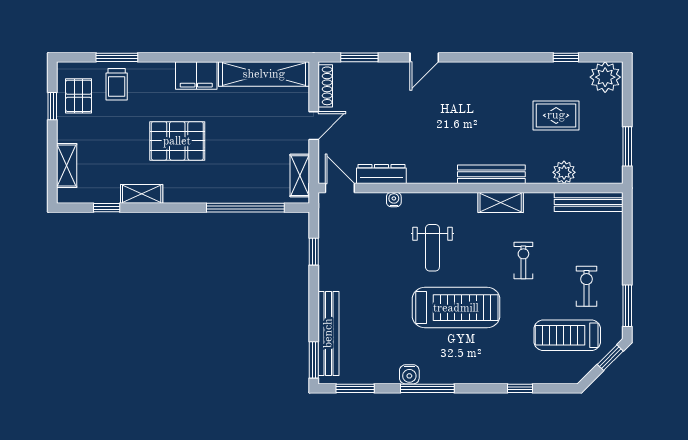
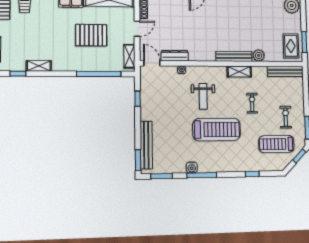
rug: (556, 115) -> (291, 46), moved, turned 90
pallet: (177, 141) -> (91, 35), moved
plant: (564, 172) -> (259, 55), moved

